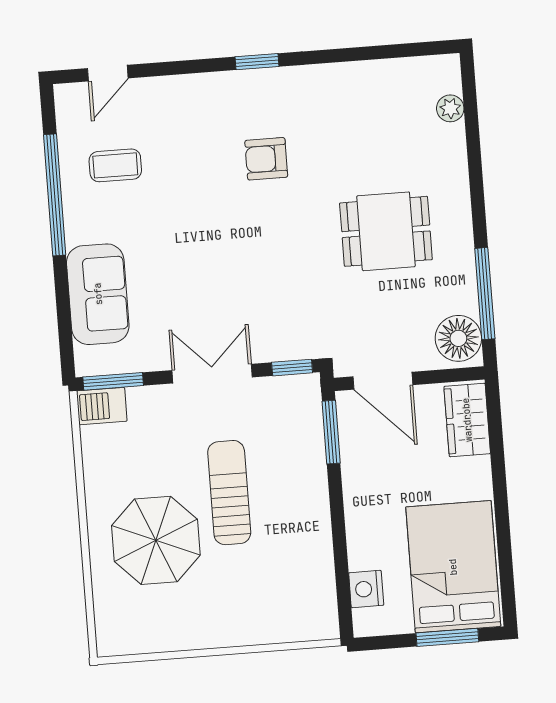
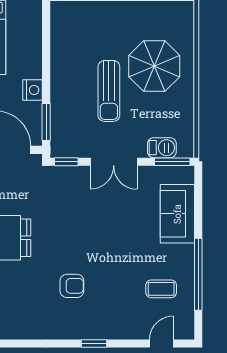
window: (257, 62) -> (94, 343), moved
barbecue: (102, 406) -> (162, 148), moved
nightstand: (366, 589) -> (33, 90), moved

